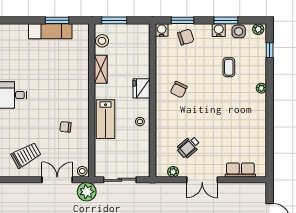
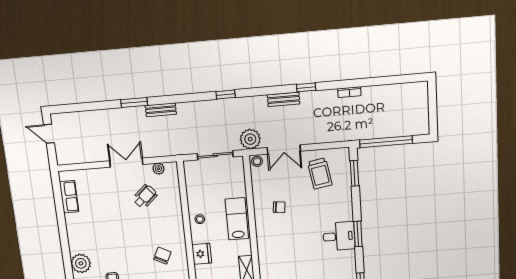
plant: (261, 88) -> (81, 263), width x1.88, depth x1.88
trolley: (26, 155) -> (320, 173), turned -71
row of seats: (240, 170) -> (69, 197), moved, turned -90

